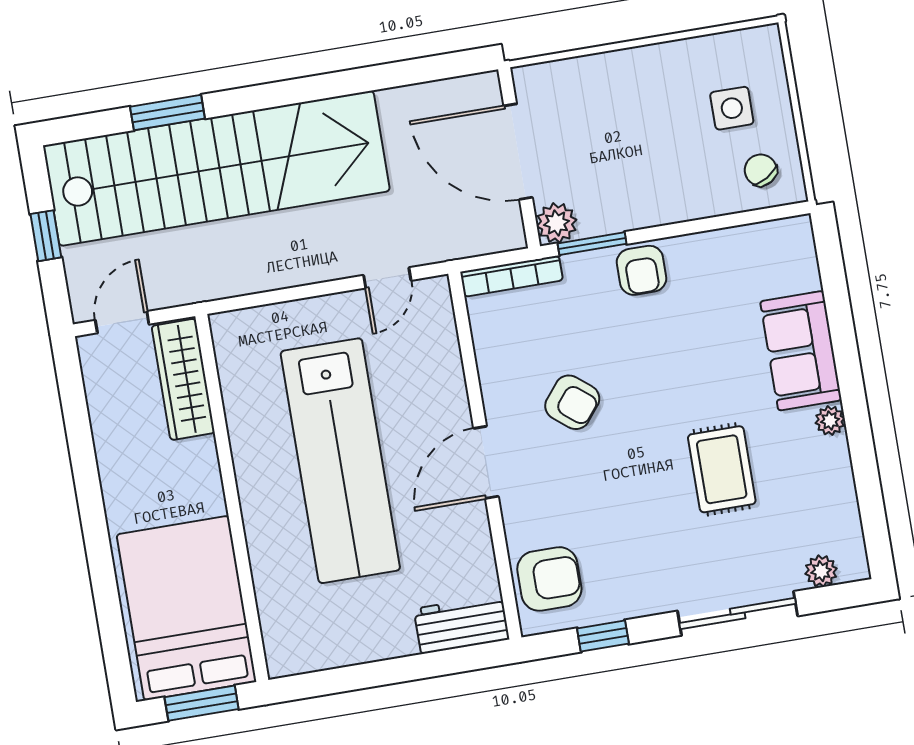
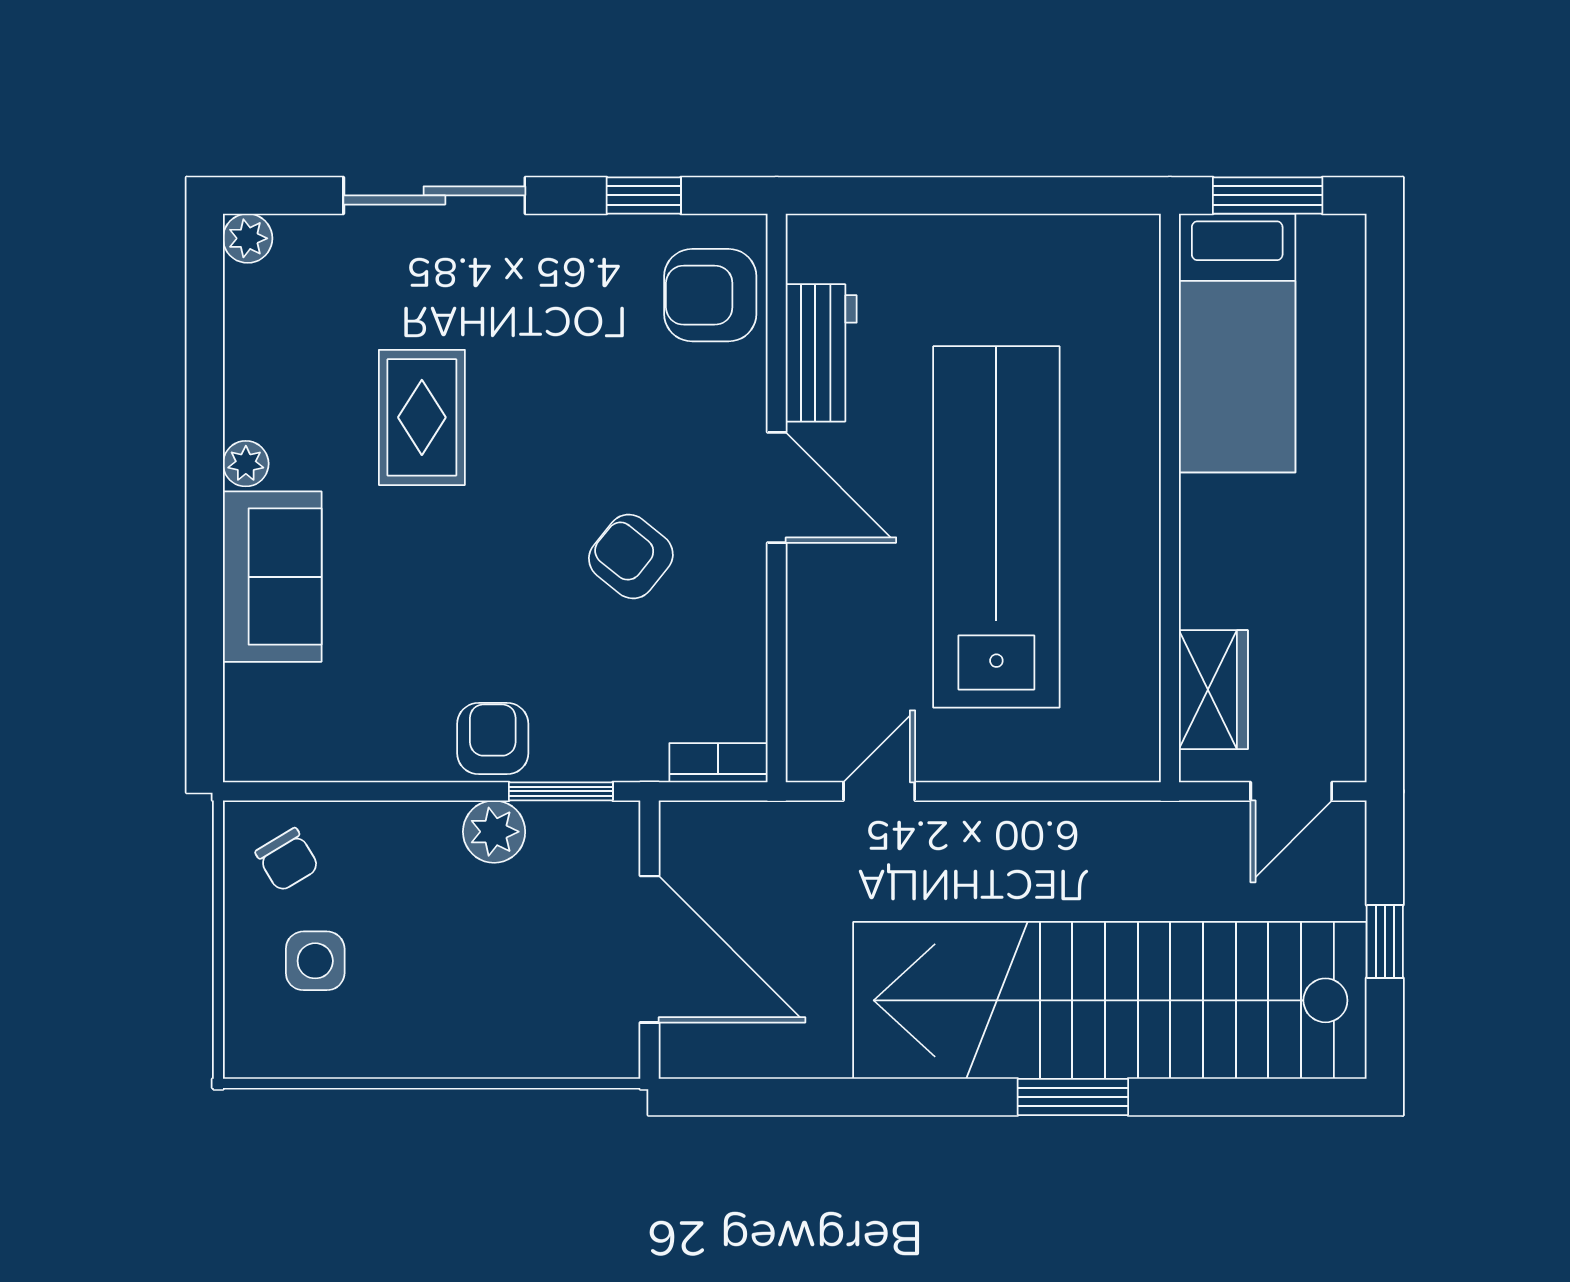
window: (167, 113) -> (1073, 1097), moved
plant: (557, 223) -> (494, 832), moved
bookcase: (512, 276) -> (718, 763), width x0.64
wardrobe: (183, 379) -> (1213, 690), width x0.67
door: (486, 462) -> (777, 488), hinge flipped
plant: (821, 571) -> (248, 238), moved
bed: (186, 608) -> (1237, 343), width x0.67
workbench: (462, 624) -> (821, 353), moved, turned -90

